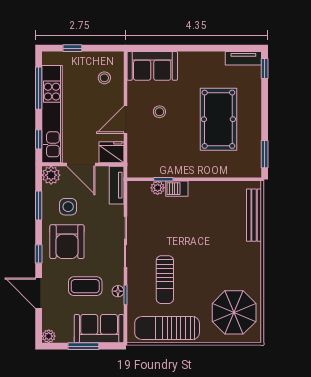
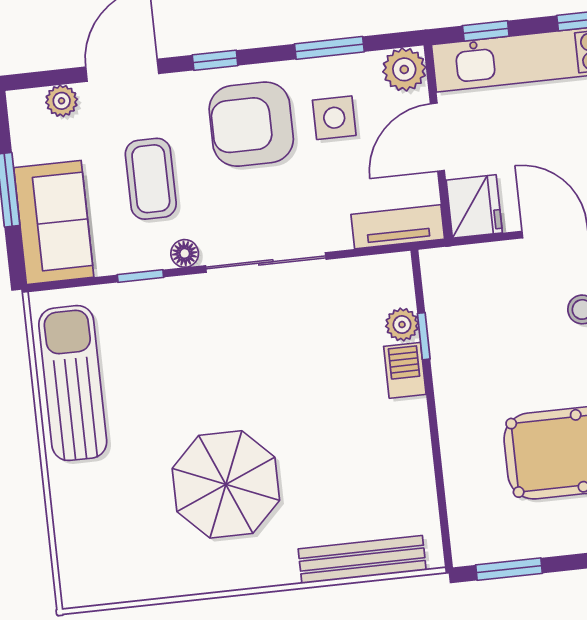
sun lounger: (165, 280) -> (187, 365), removed
floor lamp: (118, 291) -> (185, 253), moved
parasol: (234, 312) -> (226, 484), moved
plant: (49, 336) -> (62, 101), moved

